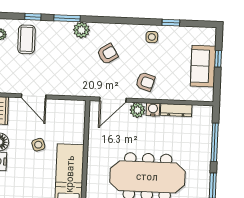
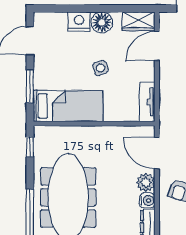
door: (34, 96) -> (157, 46), moved
tv unit: (69, 106) -> (147, 102), added

